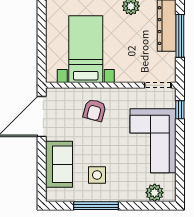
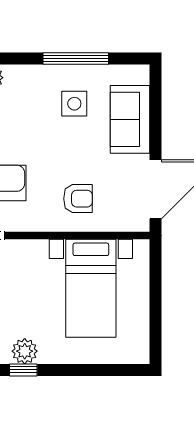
armchair: (95, 110) -> (78, 199), turned 75

